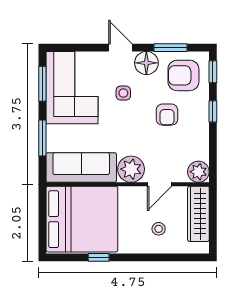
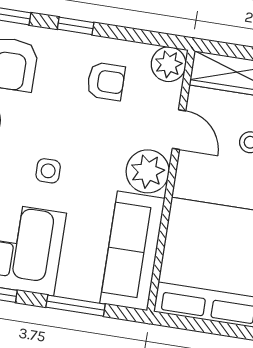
side table: (123, 93) -> (48, 171), moved
armchair: (167, 115) -> (106, 81), moved

